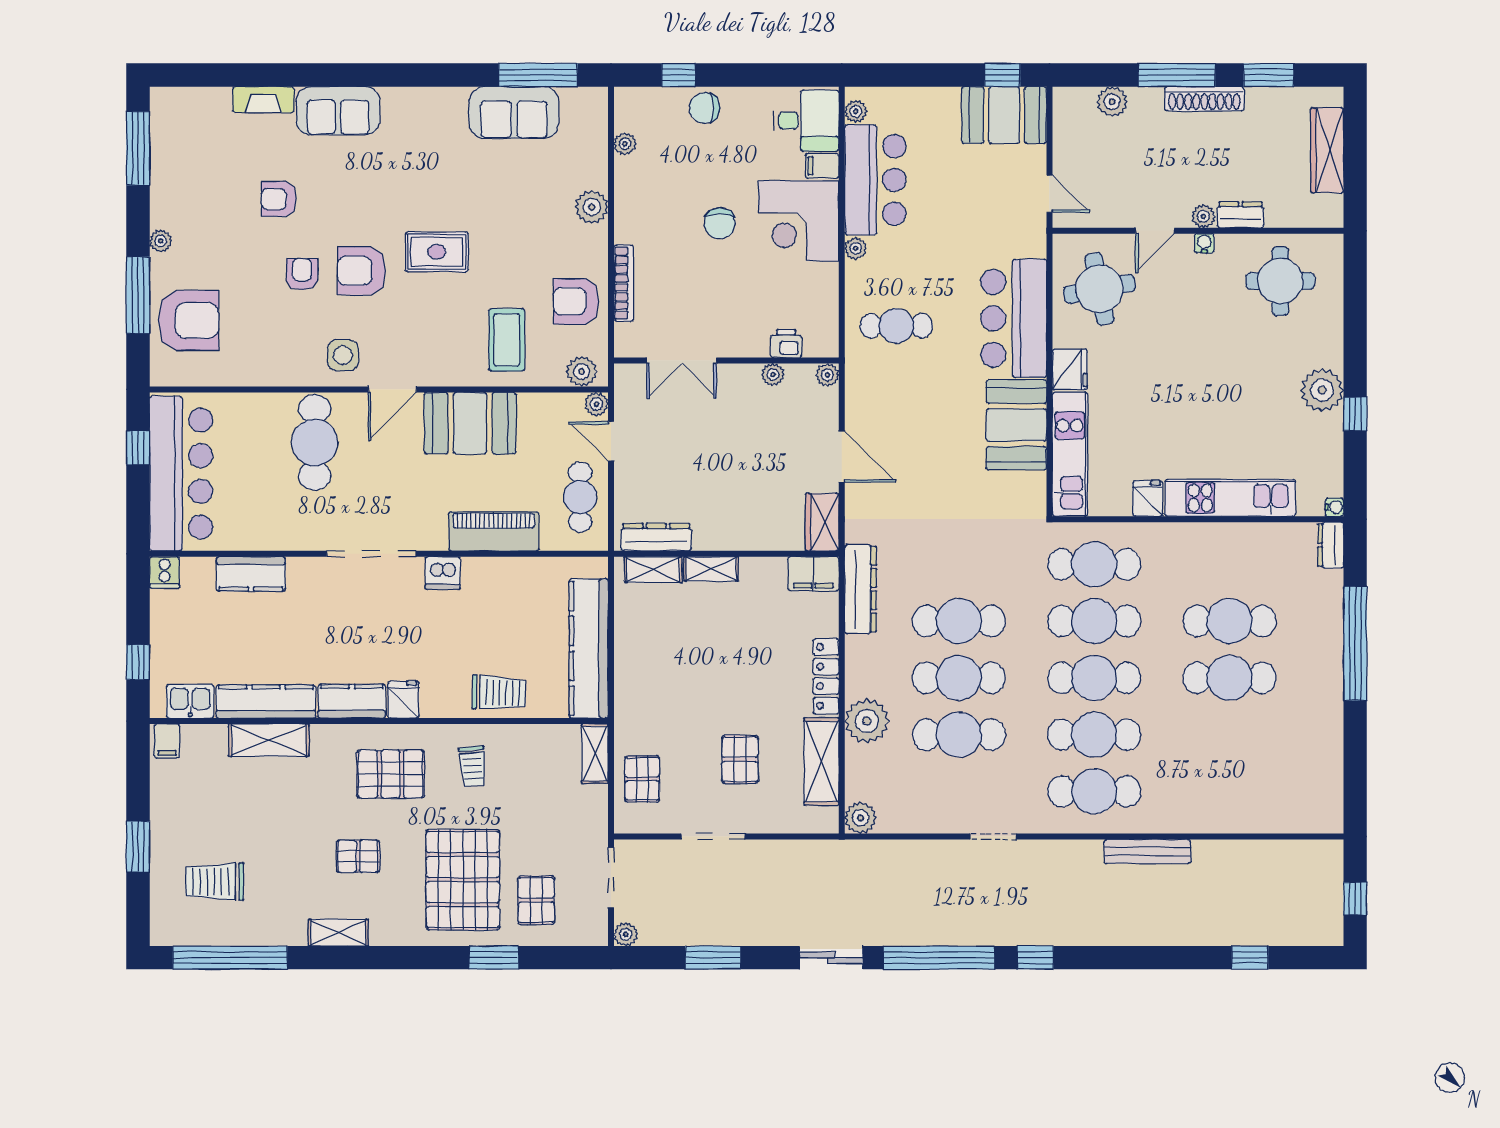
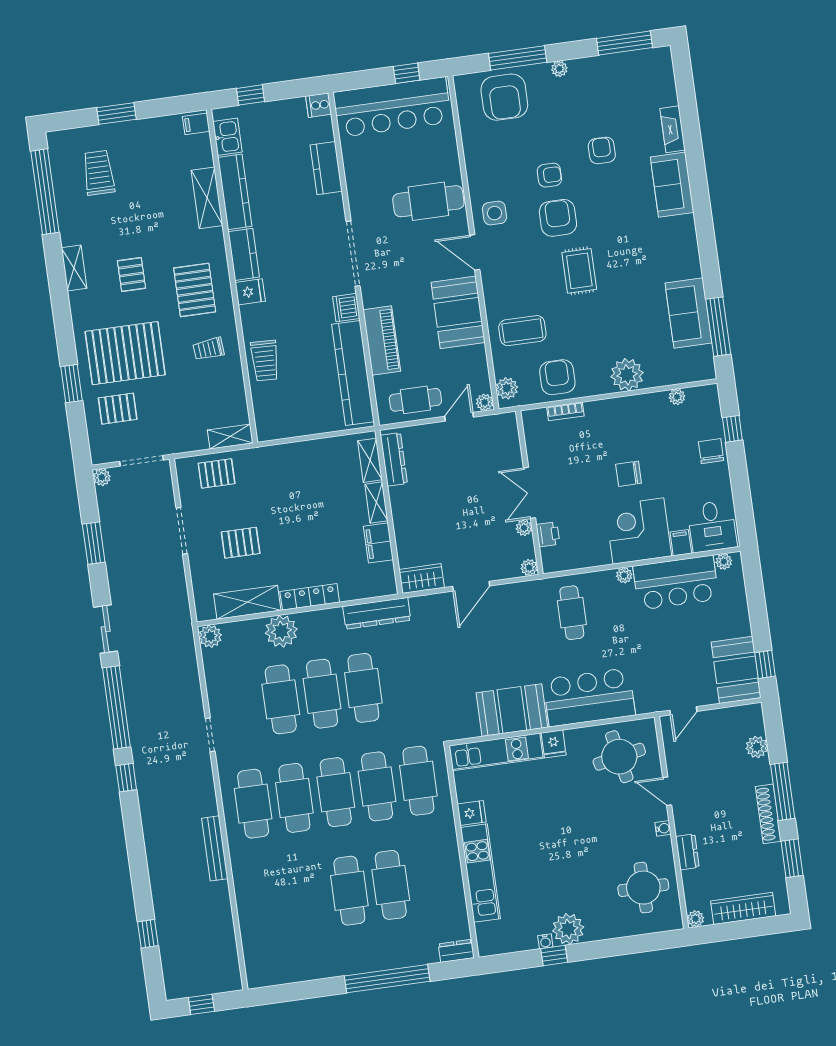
plant: (592, 207) -> (627, 375), width x1.36, depth x1.36
plant: (1203, 216) -> (696, 919), moved
bookcase: (624, 283) -> (565, 411), width x0.64
double door: (682, 361) -> (529, 493), moved
fridge: (1070, 369) -> (554, 744), width x0.72
water cooler: (1334, 507) -> (545, 941), moved
filing cabinet: (813, 574) -> (378, 543), moved
kitchen counter: (589, 648) -> (353, 373), moved, turned -90

